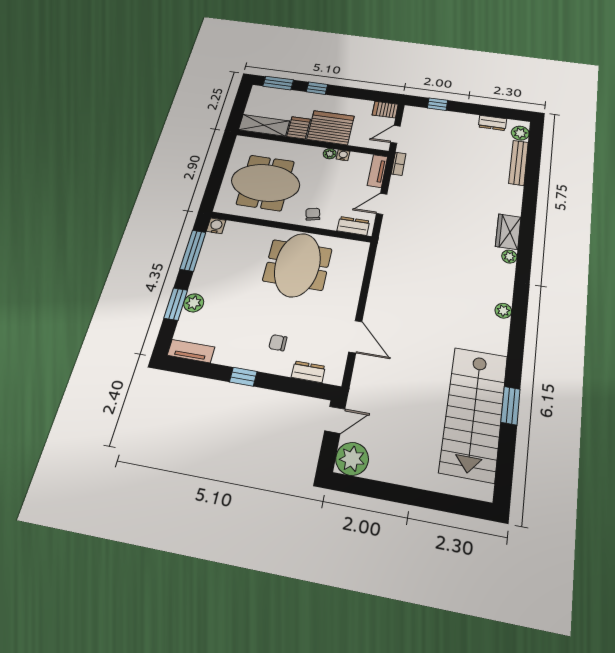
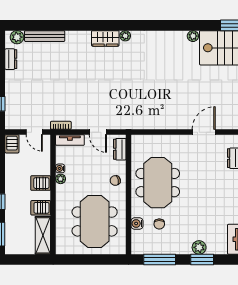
server rack: (331, 128) -> (41, 183), width x0.46, depth x0.70
water cooler: (216, 226) -> (137, 223), moved
meeting table: (297, 265) -> (158, 183), turned 90
plant: (503, 311) -> (193, 36), moved
chair: (278, 343) -> (159, 224), moved

